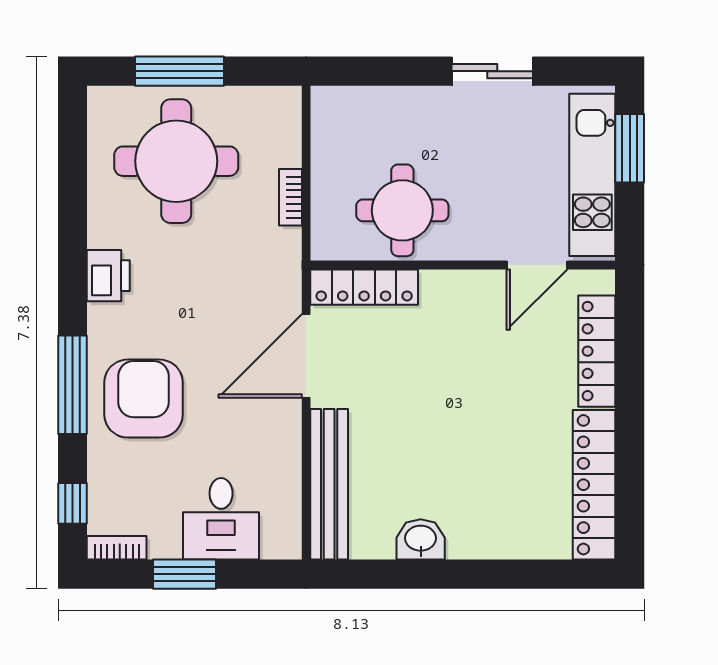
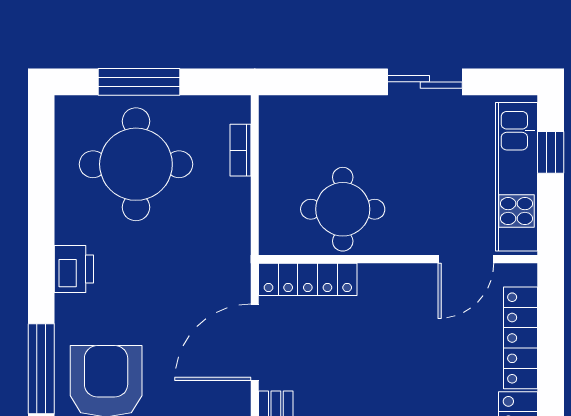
window: (630, 148) -> (551, 152), width x0.67
bookcase: (290, 197) -> (240, 150), moved

